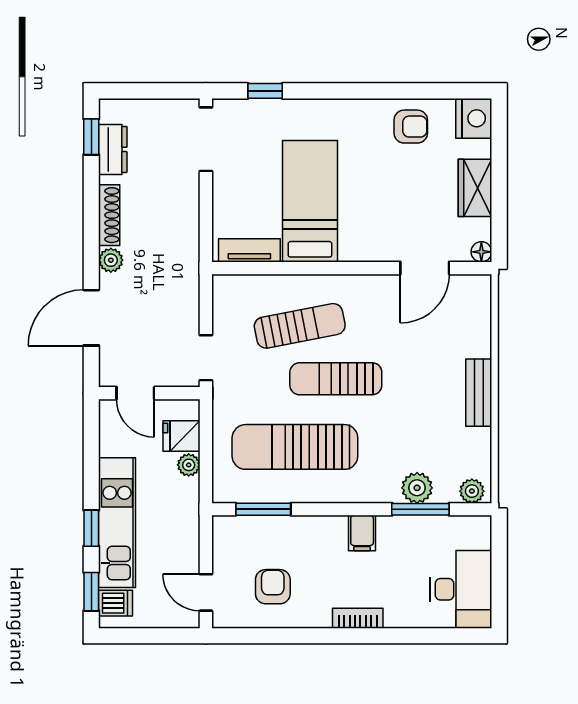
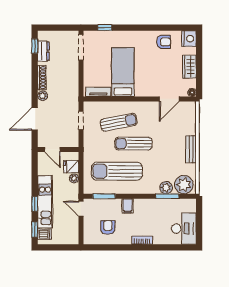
doorway: (206, 358) -> (81, 121), moved
plant: (472, 491) -> (184, 185), width x1.88, depth x1.88
filing cabinet: (362, 533) -> (128, 206), moved
door: (206, 592) -> (81, 209), moved

